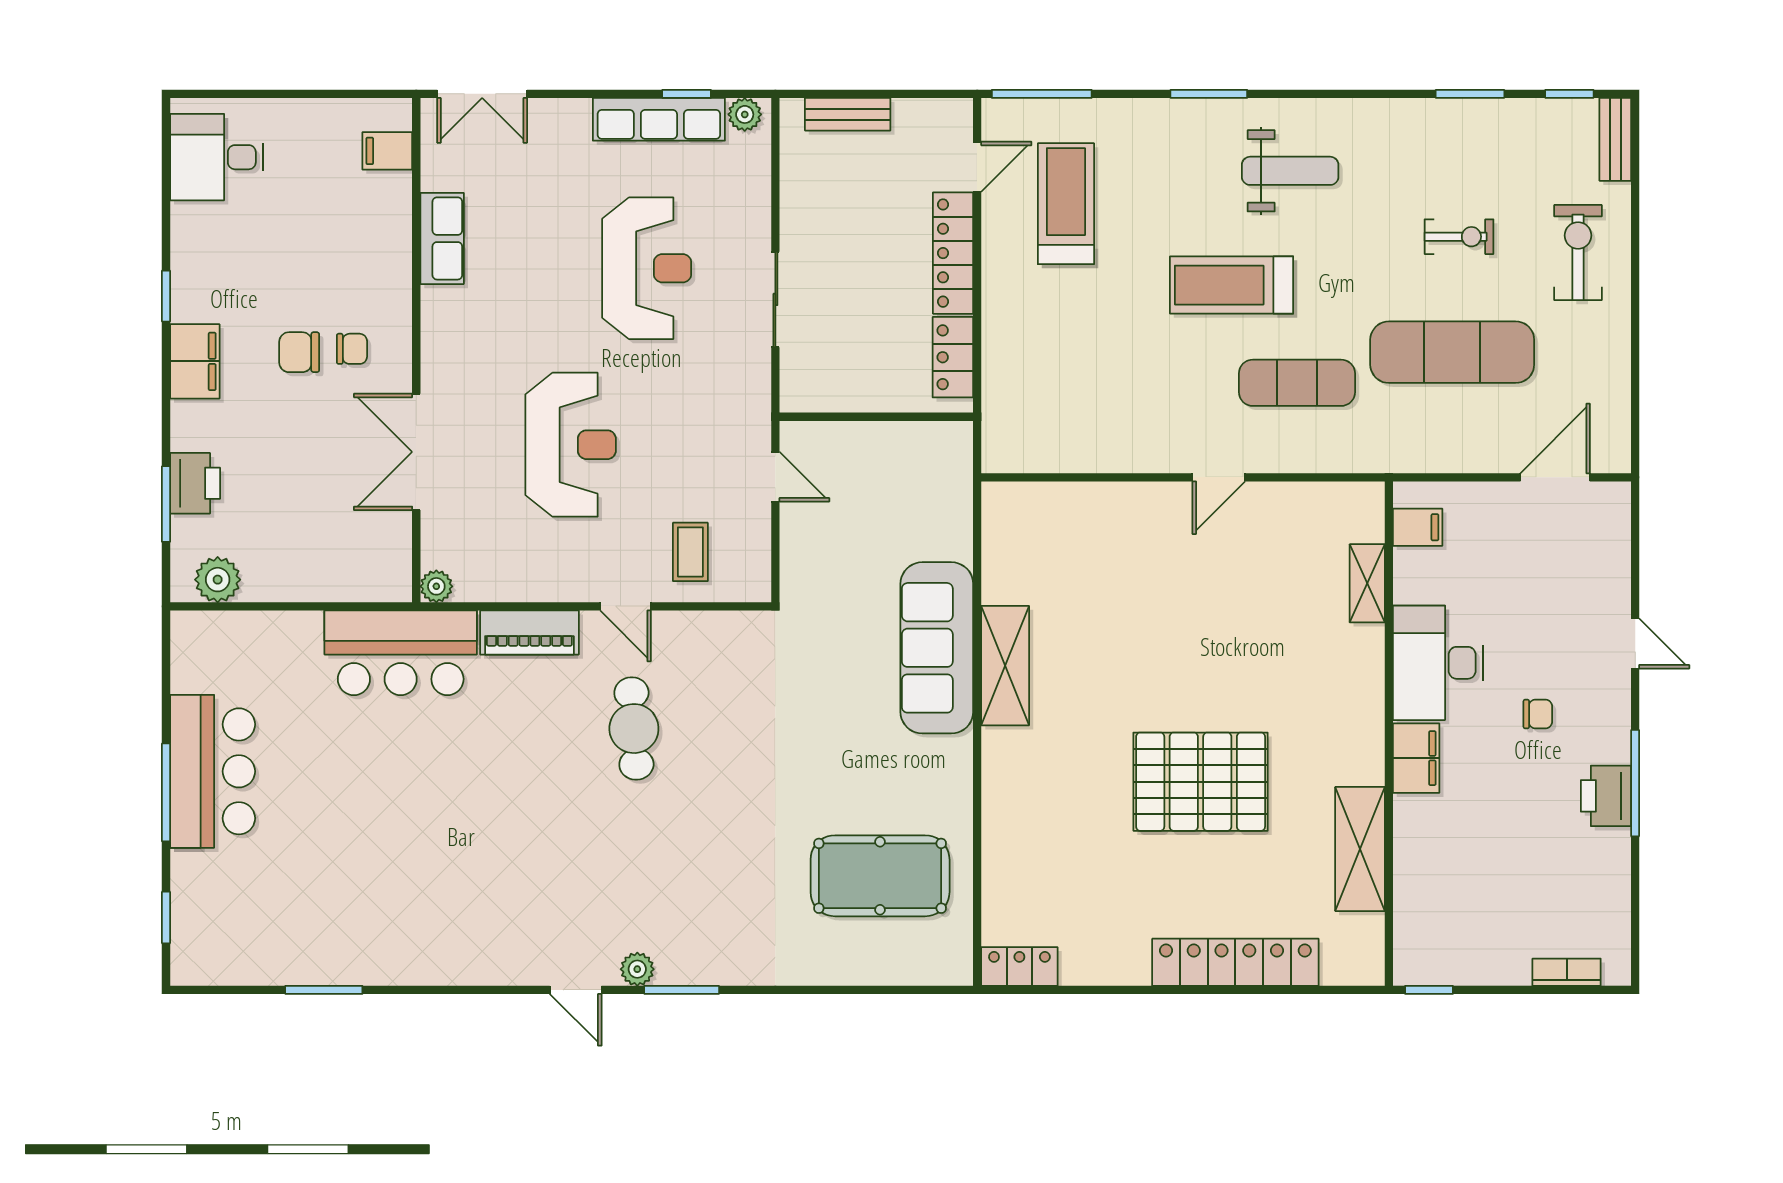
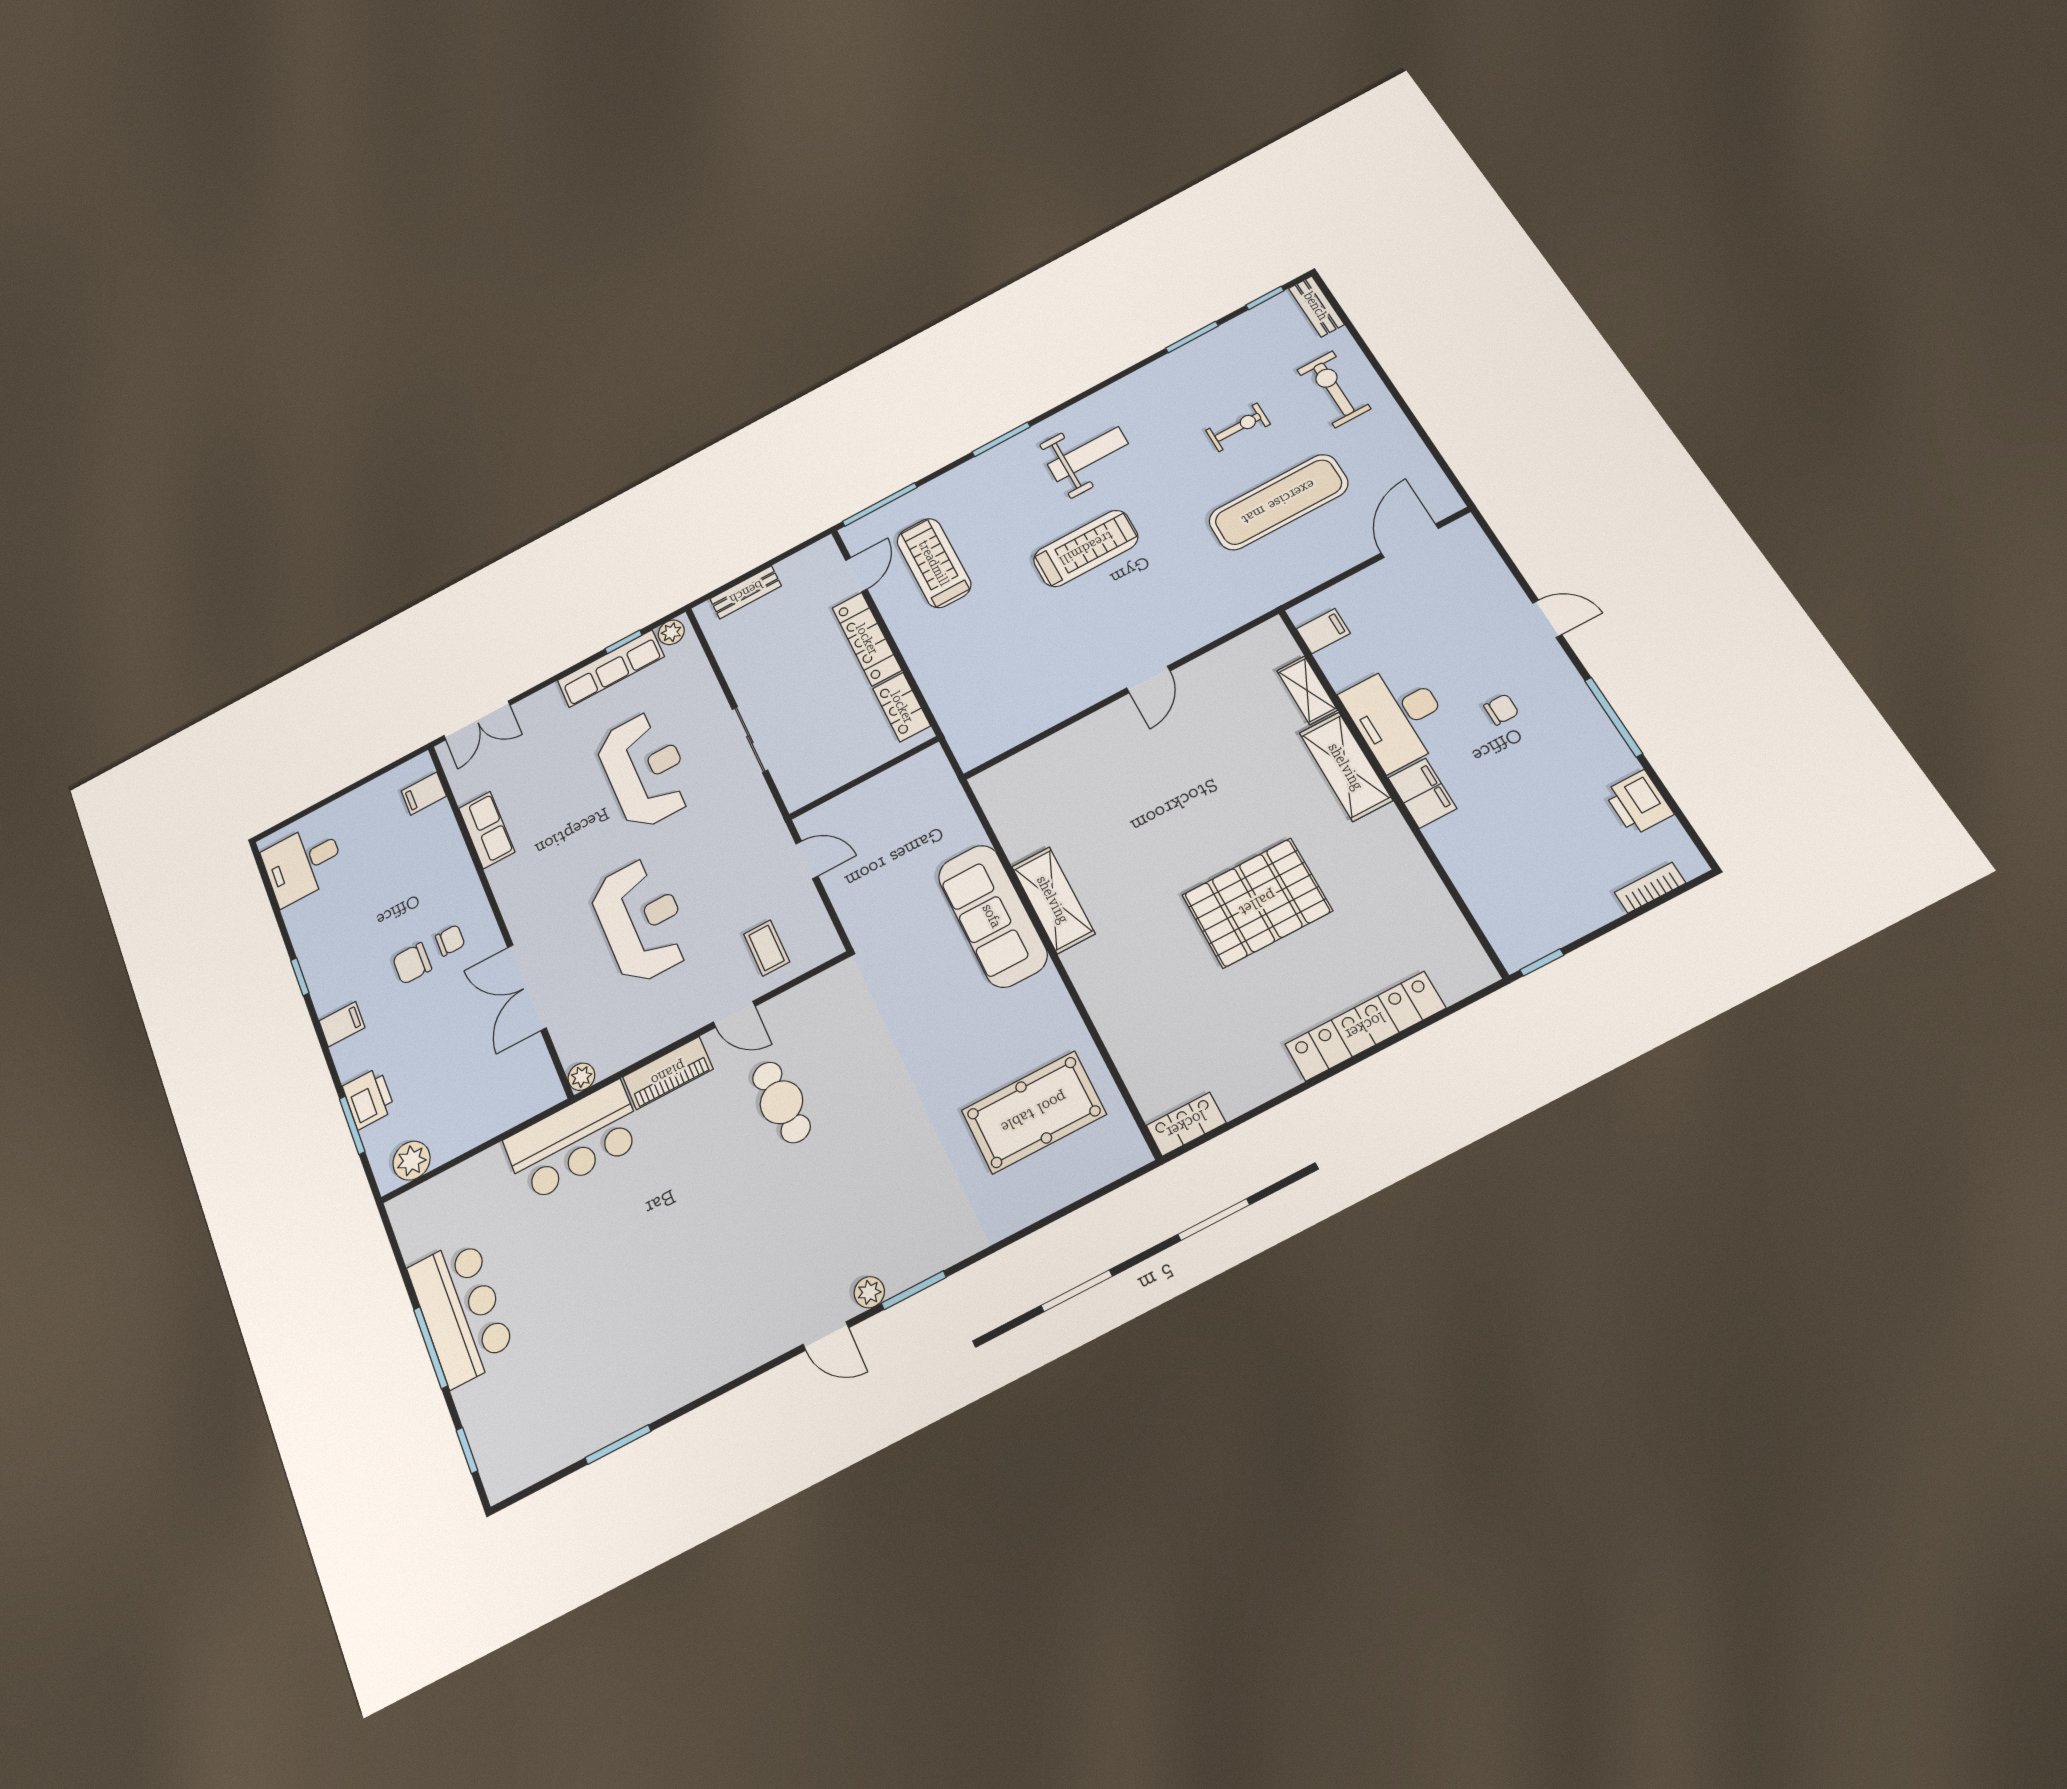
treadmill: (1232, 285) -> (1086, 548), turned 180
filing cabinet: (195, 361) -> (342, 1024), width x0.50
exercise mat: (1297, 383) -> (1172, 585), removed
printer: (1606, 796) -> (1638, 803), moved
shelving: (1360, 849) -> (1346, 767), moved

